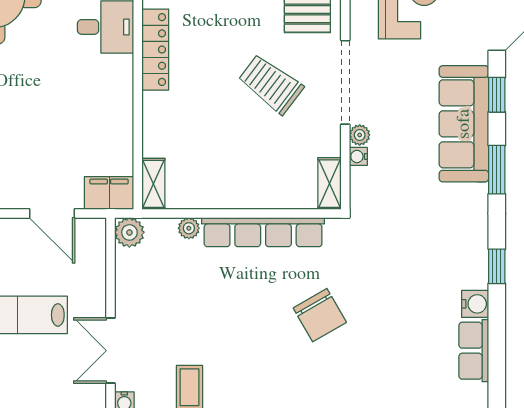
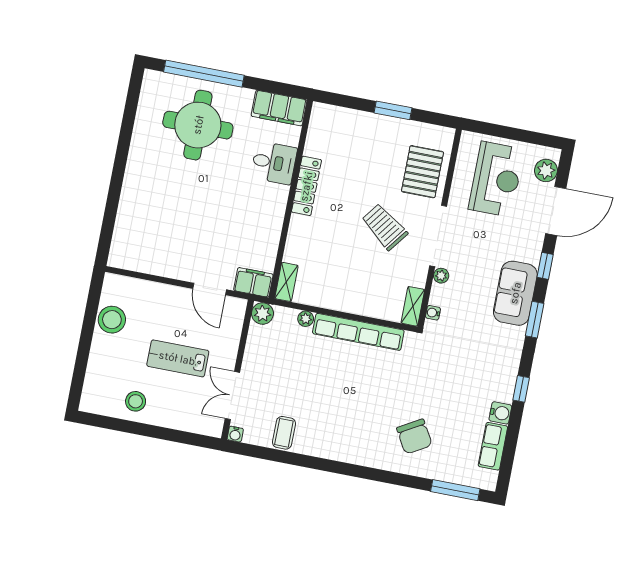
sofa: (464, 124) -> (515, 293), width x0.73
water cooler: (358, 156) -> (433, 313), moved
chair: (320, 315) -> (414, 437), moved

